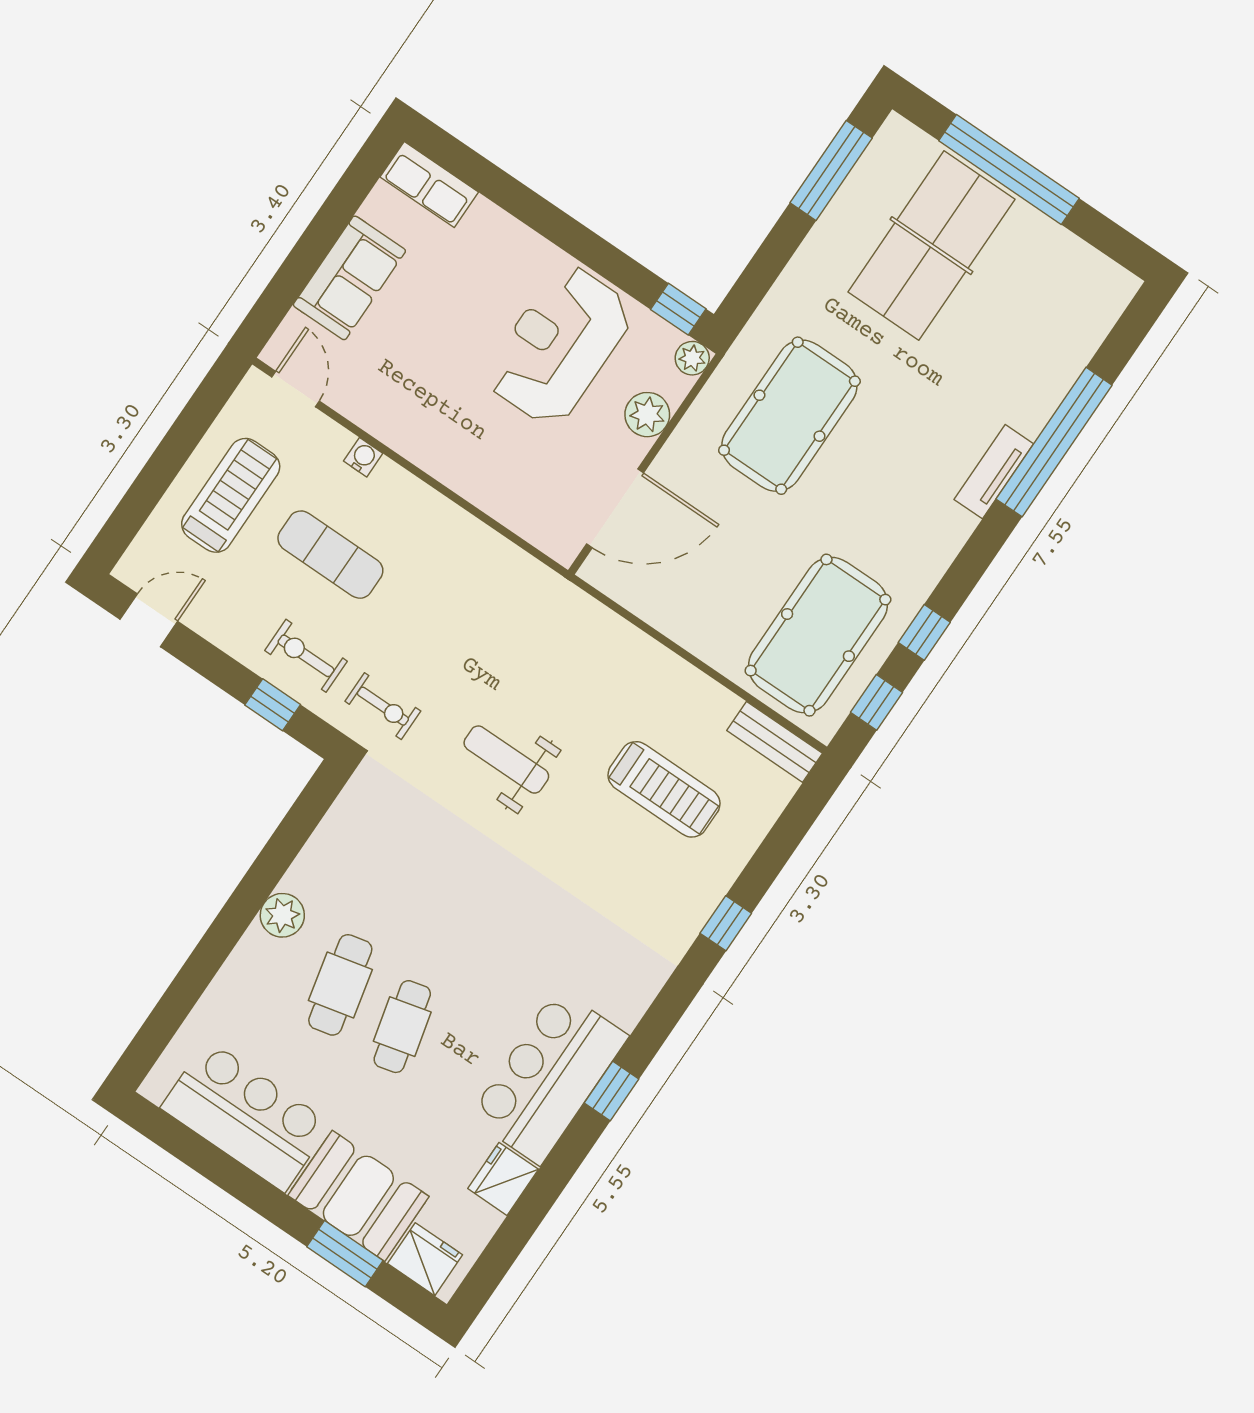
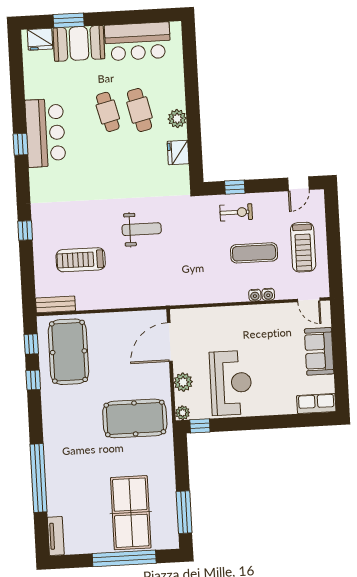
pool table: (789, 416) -> (135, 418), turned 90
tv unit: (994, 472) -> (56, 536), moved
water cooler: (389, 475) -> (255, 295), added
exercise bike: (383, 706) -> (197, 215), removed
fridge: (503, 1179) -> (178, 153), moved, turned 180

